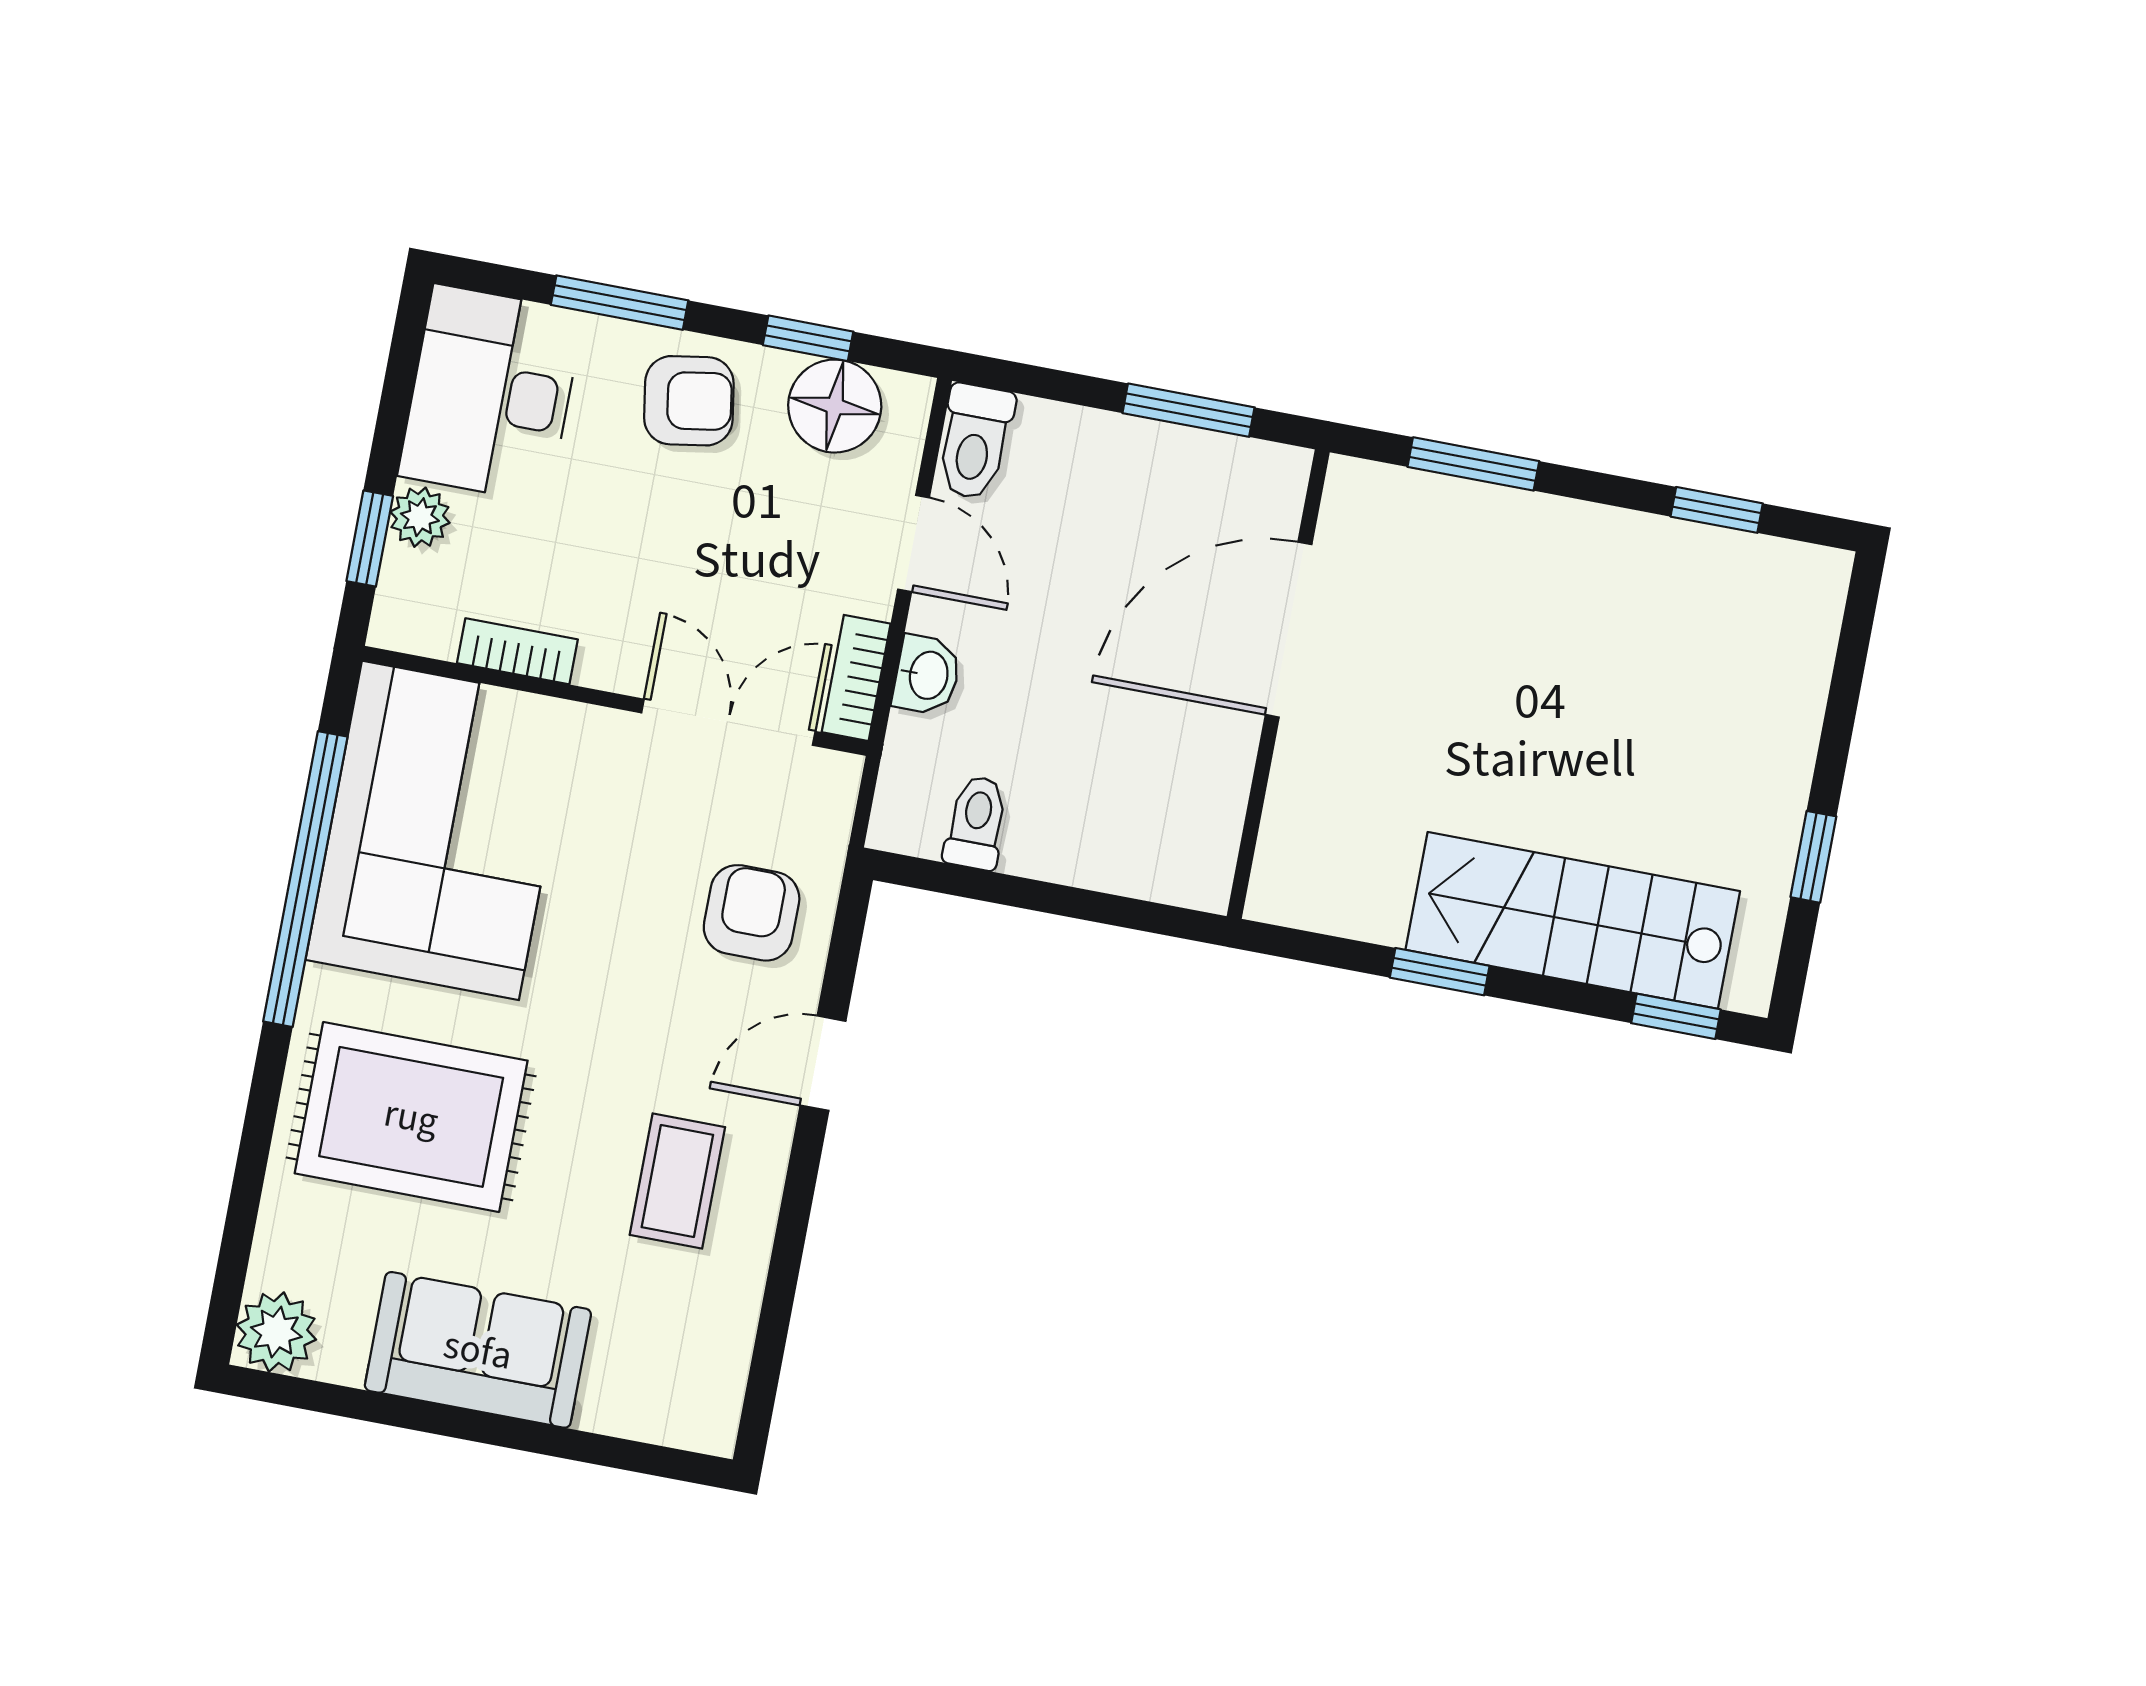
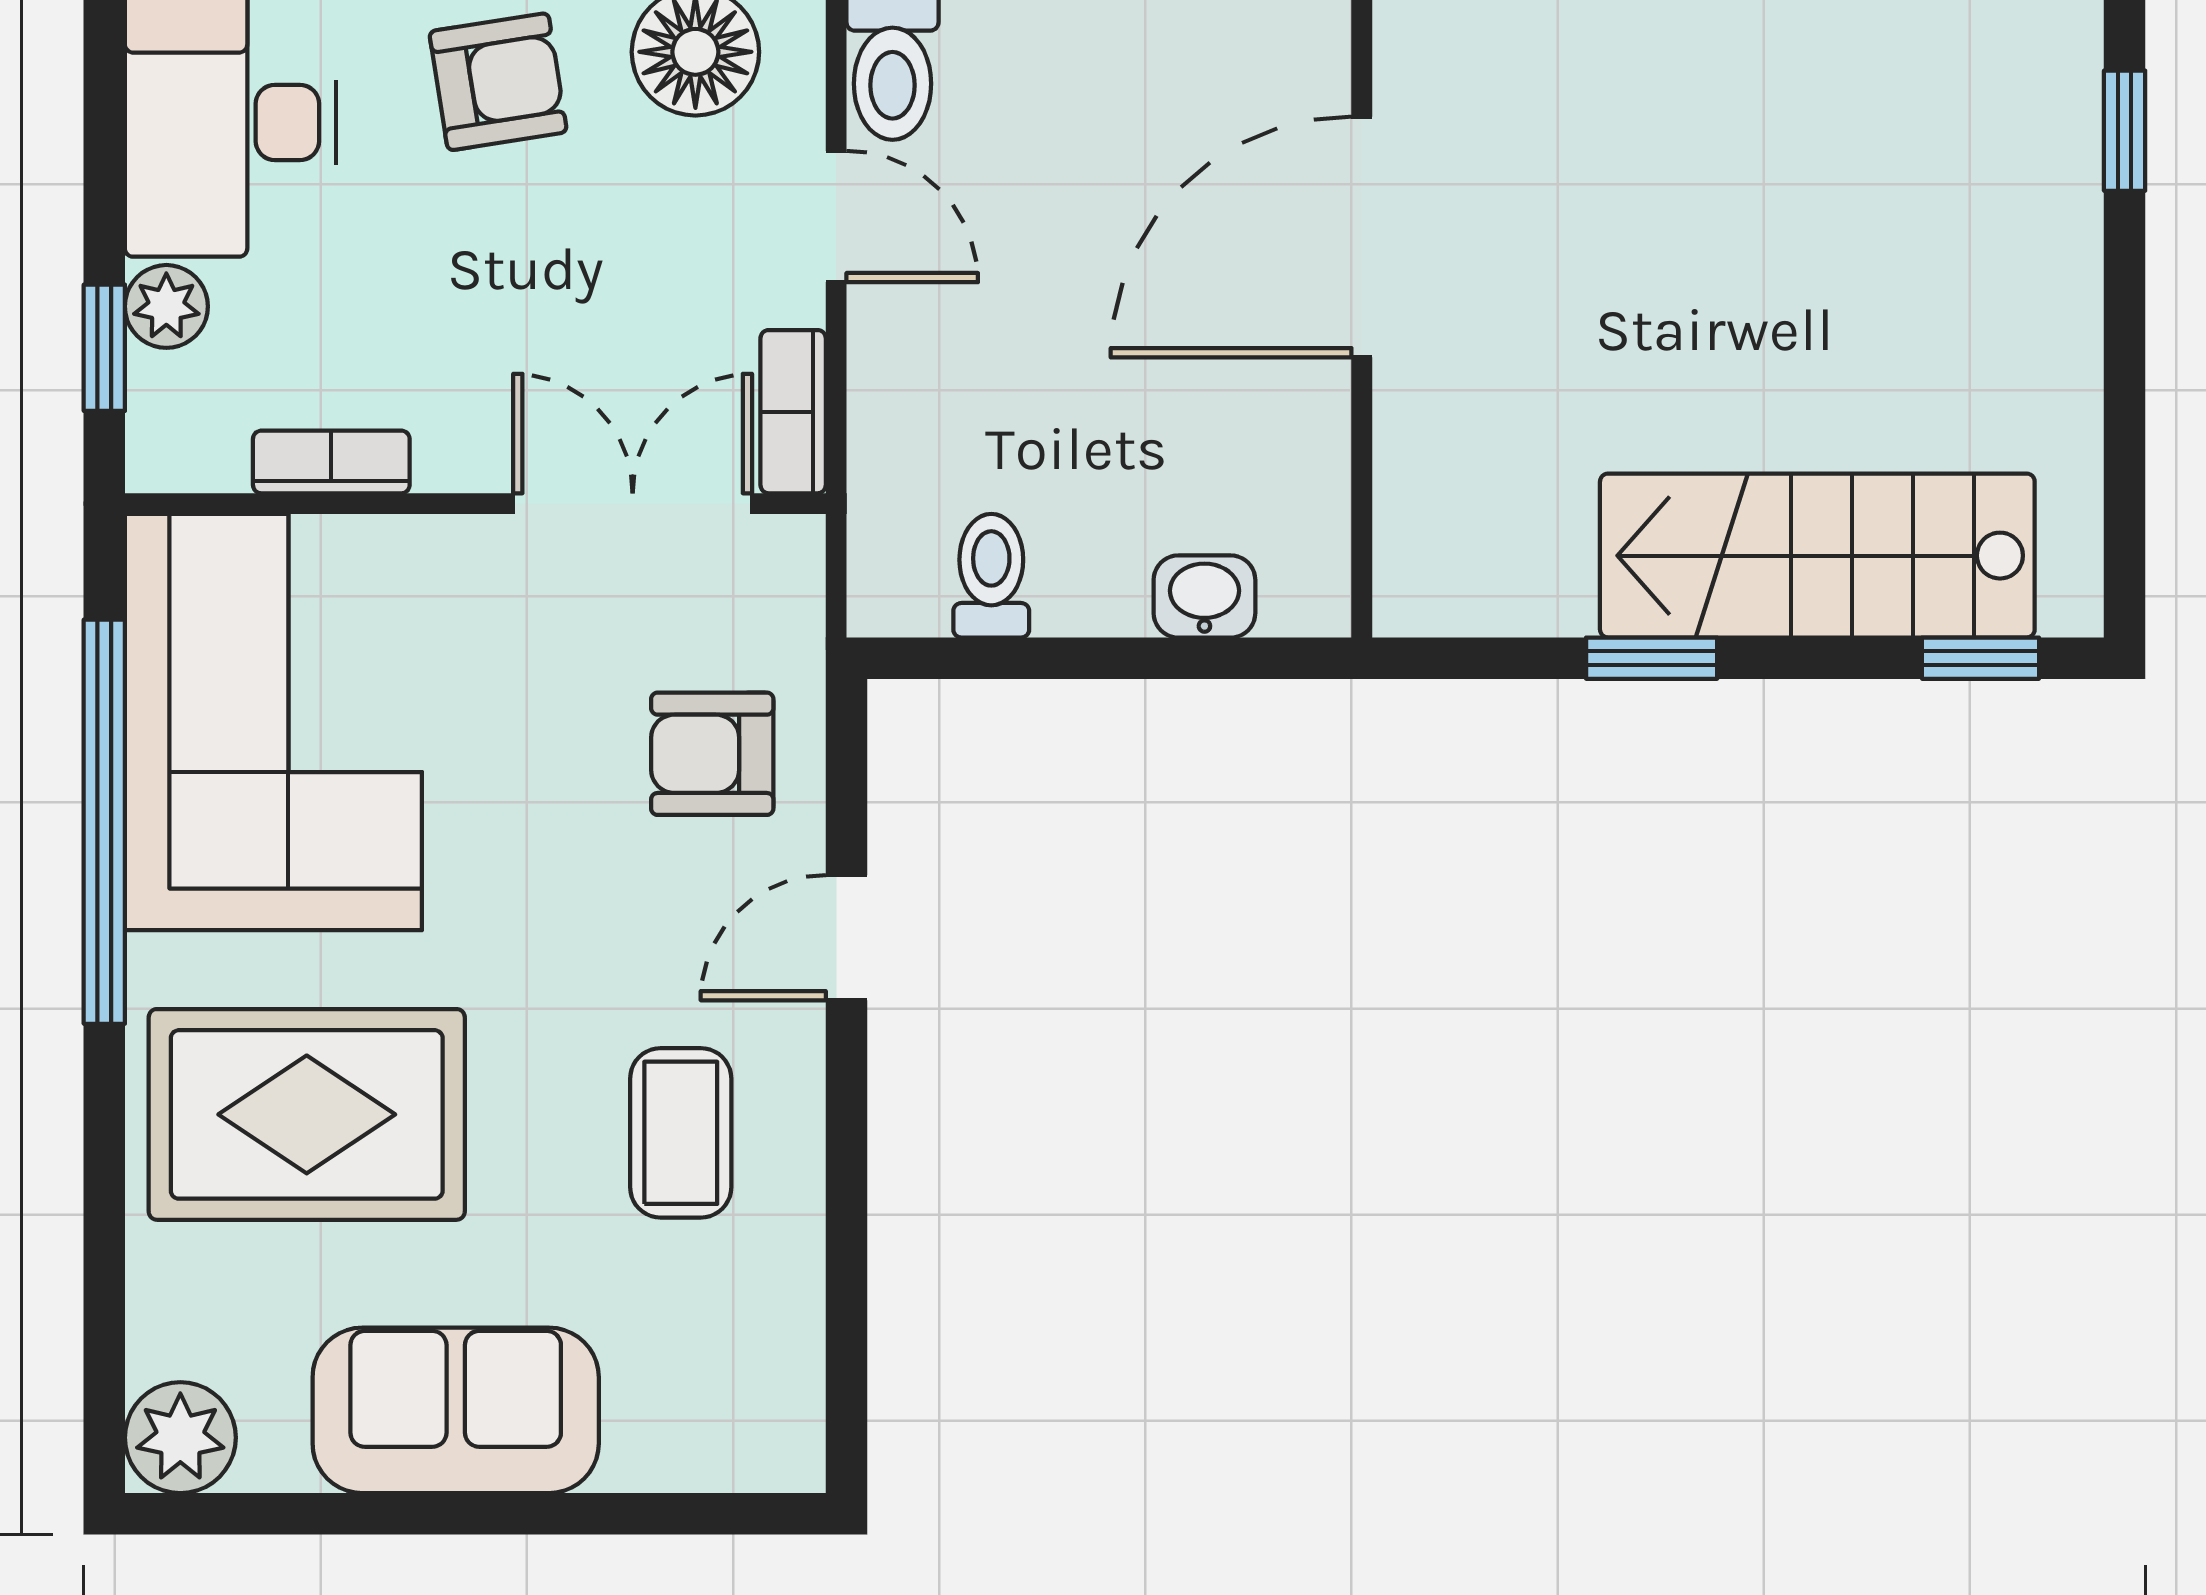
washbasin: (927, 675) -> (1204, 596), moved, turned -90
window: (1813, 857) -> (2125, 131), moved
armchair: (752, 913) -> (712, 754), turned -90

